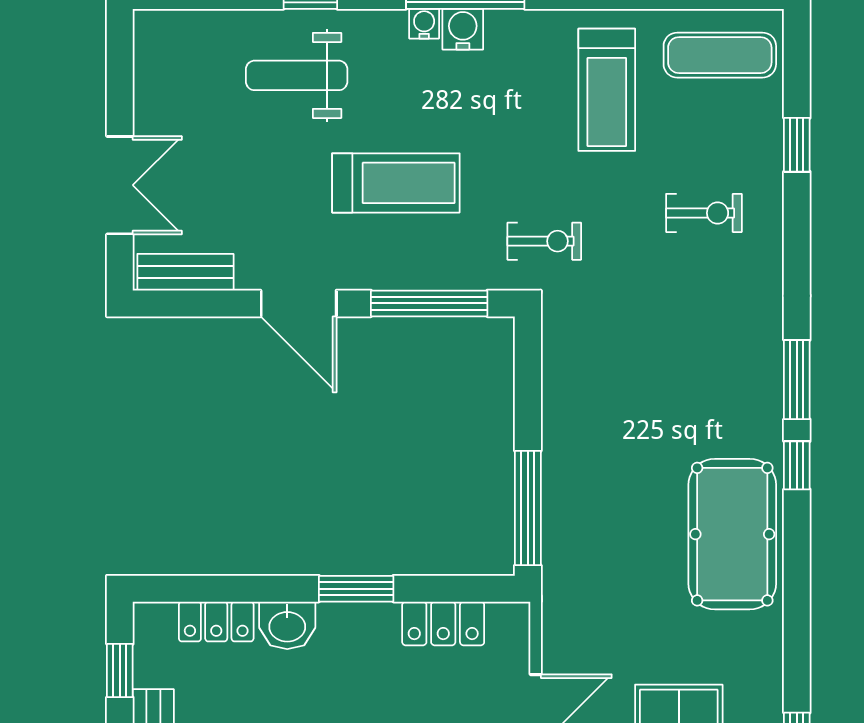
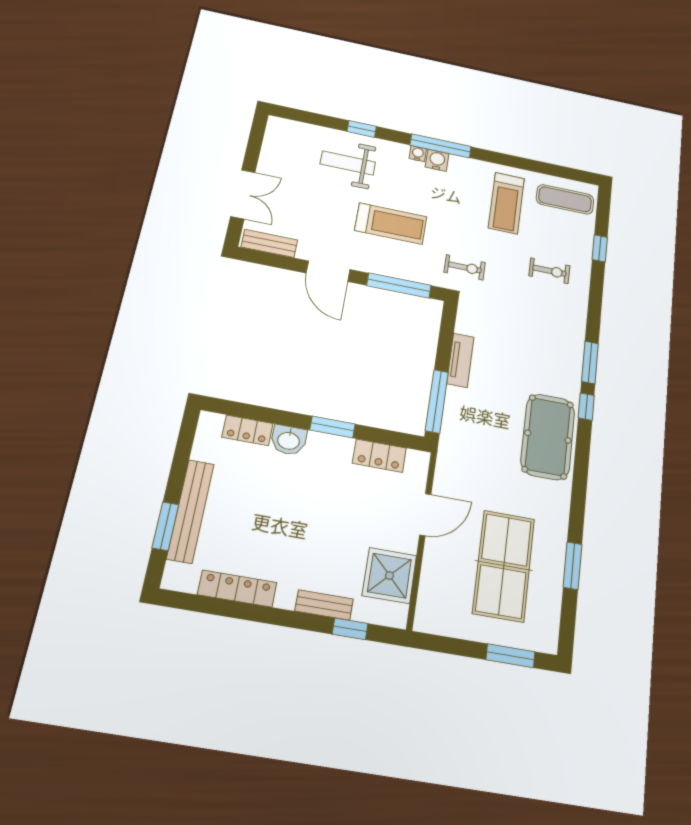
tv unit: (559, 424) -> (460, 360), added
window: (120, 671) -> (184, 448), removed

